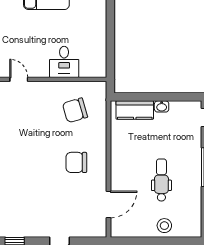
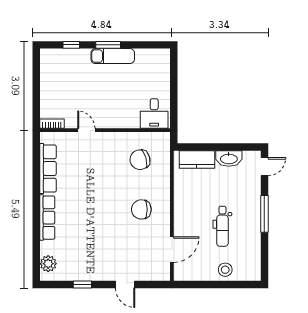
desk: (64, 62) -> (154, 113), moved
washbasin: (162, 106) -> (229, 159), width x1.91, depth x1.45
dental chair: (161, 180) -> (222, 226), turned 180

